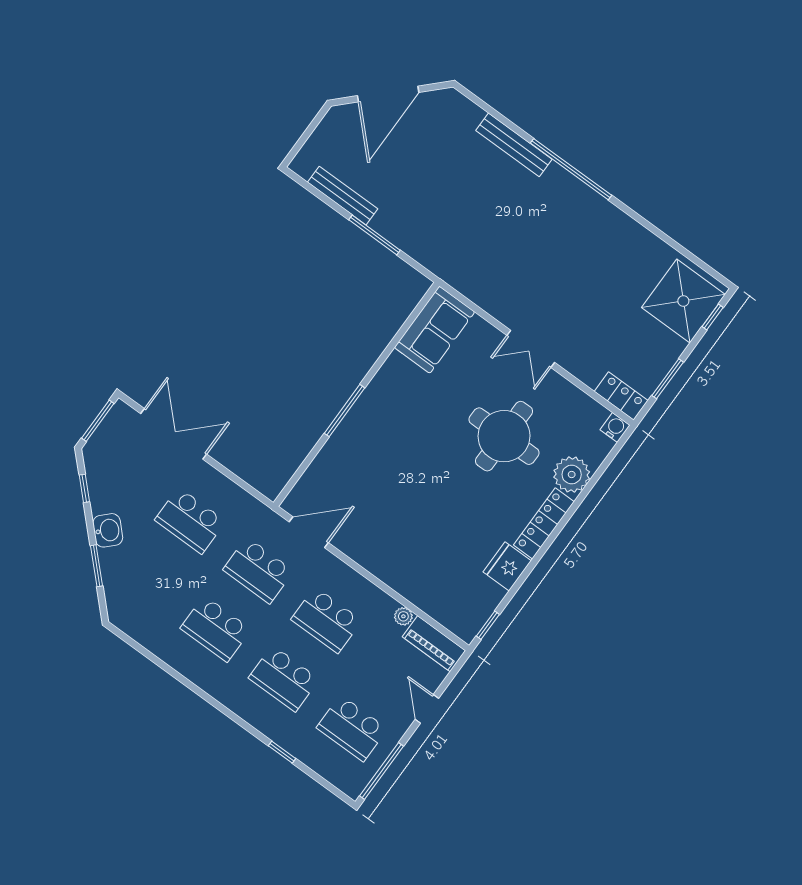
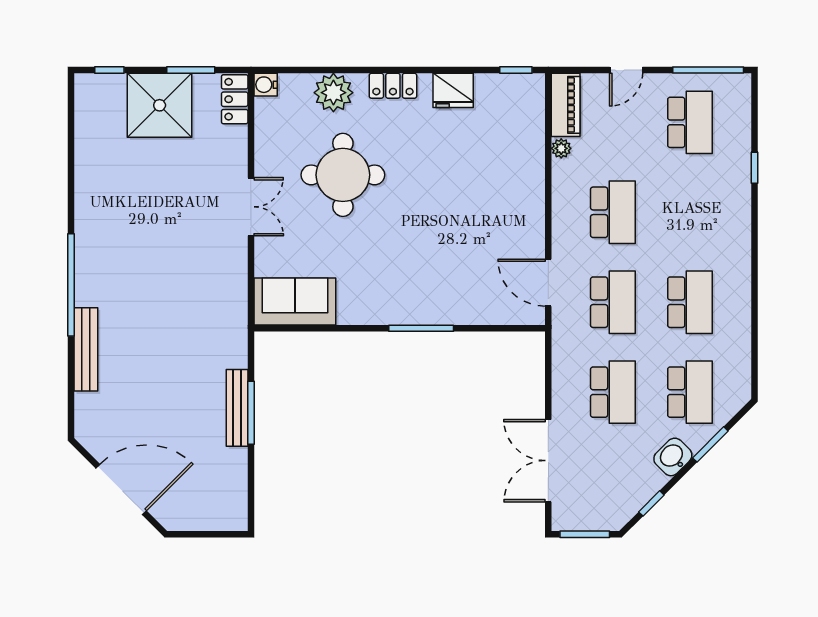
bench: (343, 196) -> (237, 408), moved
shower: (683, 301) -> (160, 105), moved
locker: (544, 523) -> (393, 86), width x0.66
school desk: (284, 679) -> (690, 392), moved

